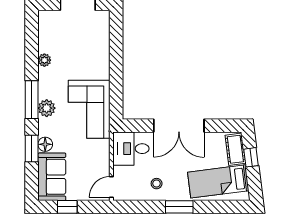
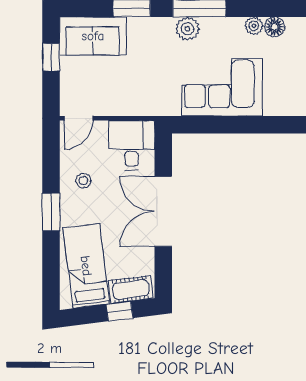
corner sofa: (89, 109) -> (222, 87), moved
floor lamp: (45, 144) -> (275, 27), moved
door: (111, 187) -> (79, 118), swing flipped

